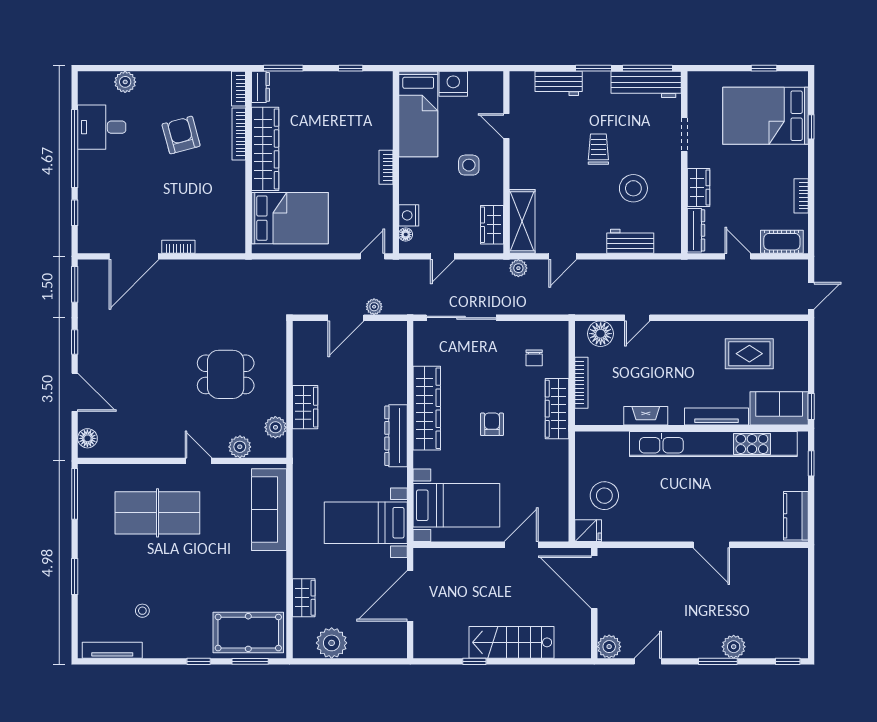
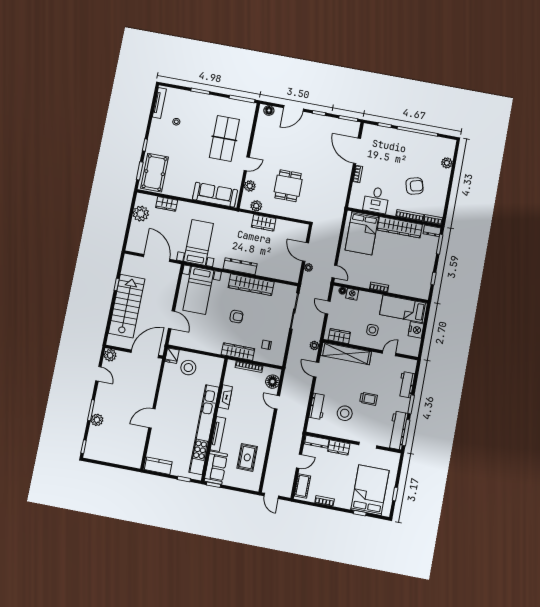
desk: (102, 127) -> (376, 200), moved, turned 180
shelving: (522, 221) -> (346, 354), width x1.47
stairs: (511, 642) -> (127, 306), width x1.36, depth x1.51

